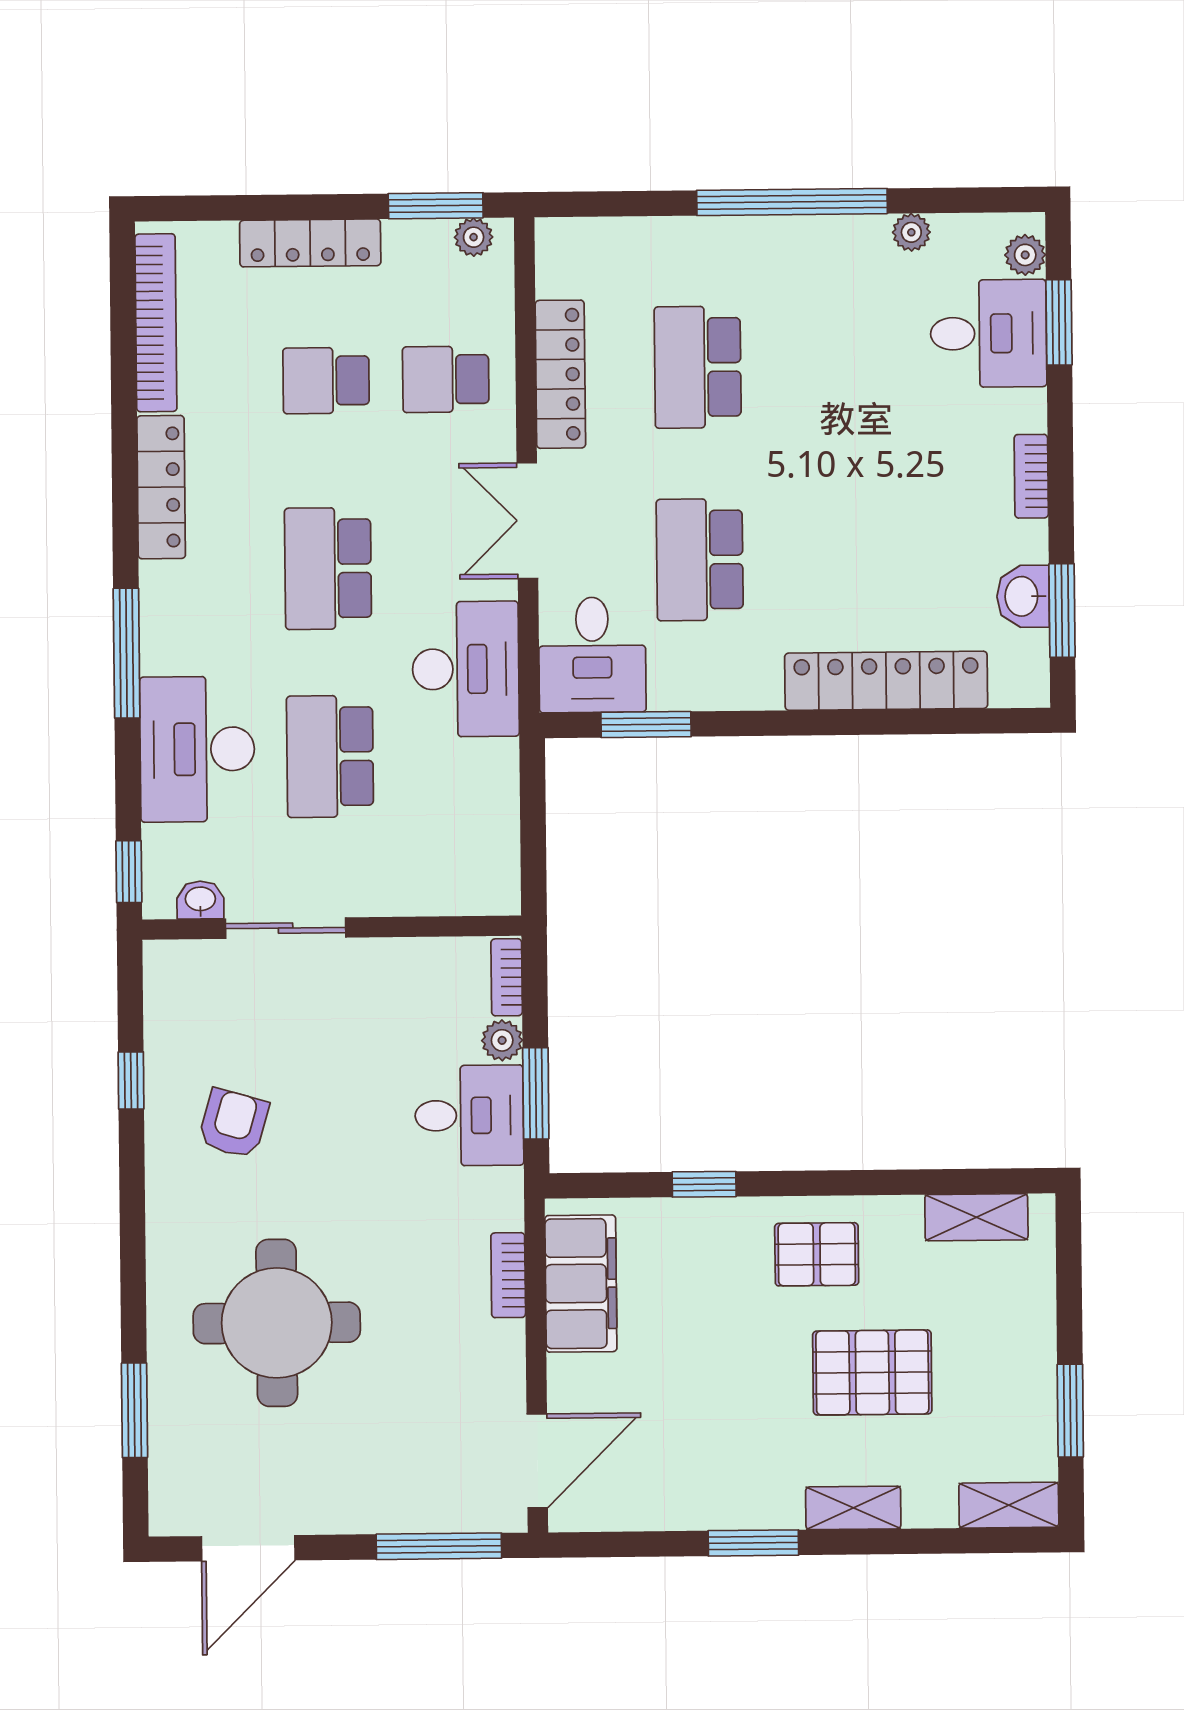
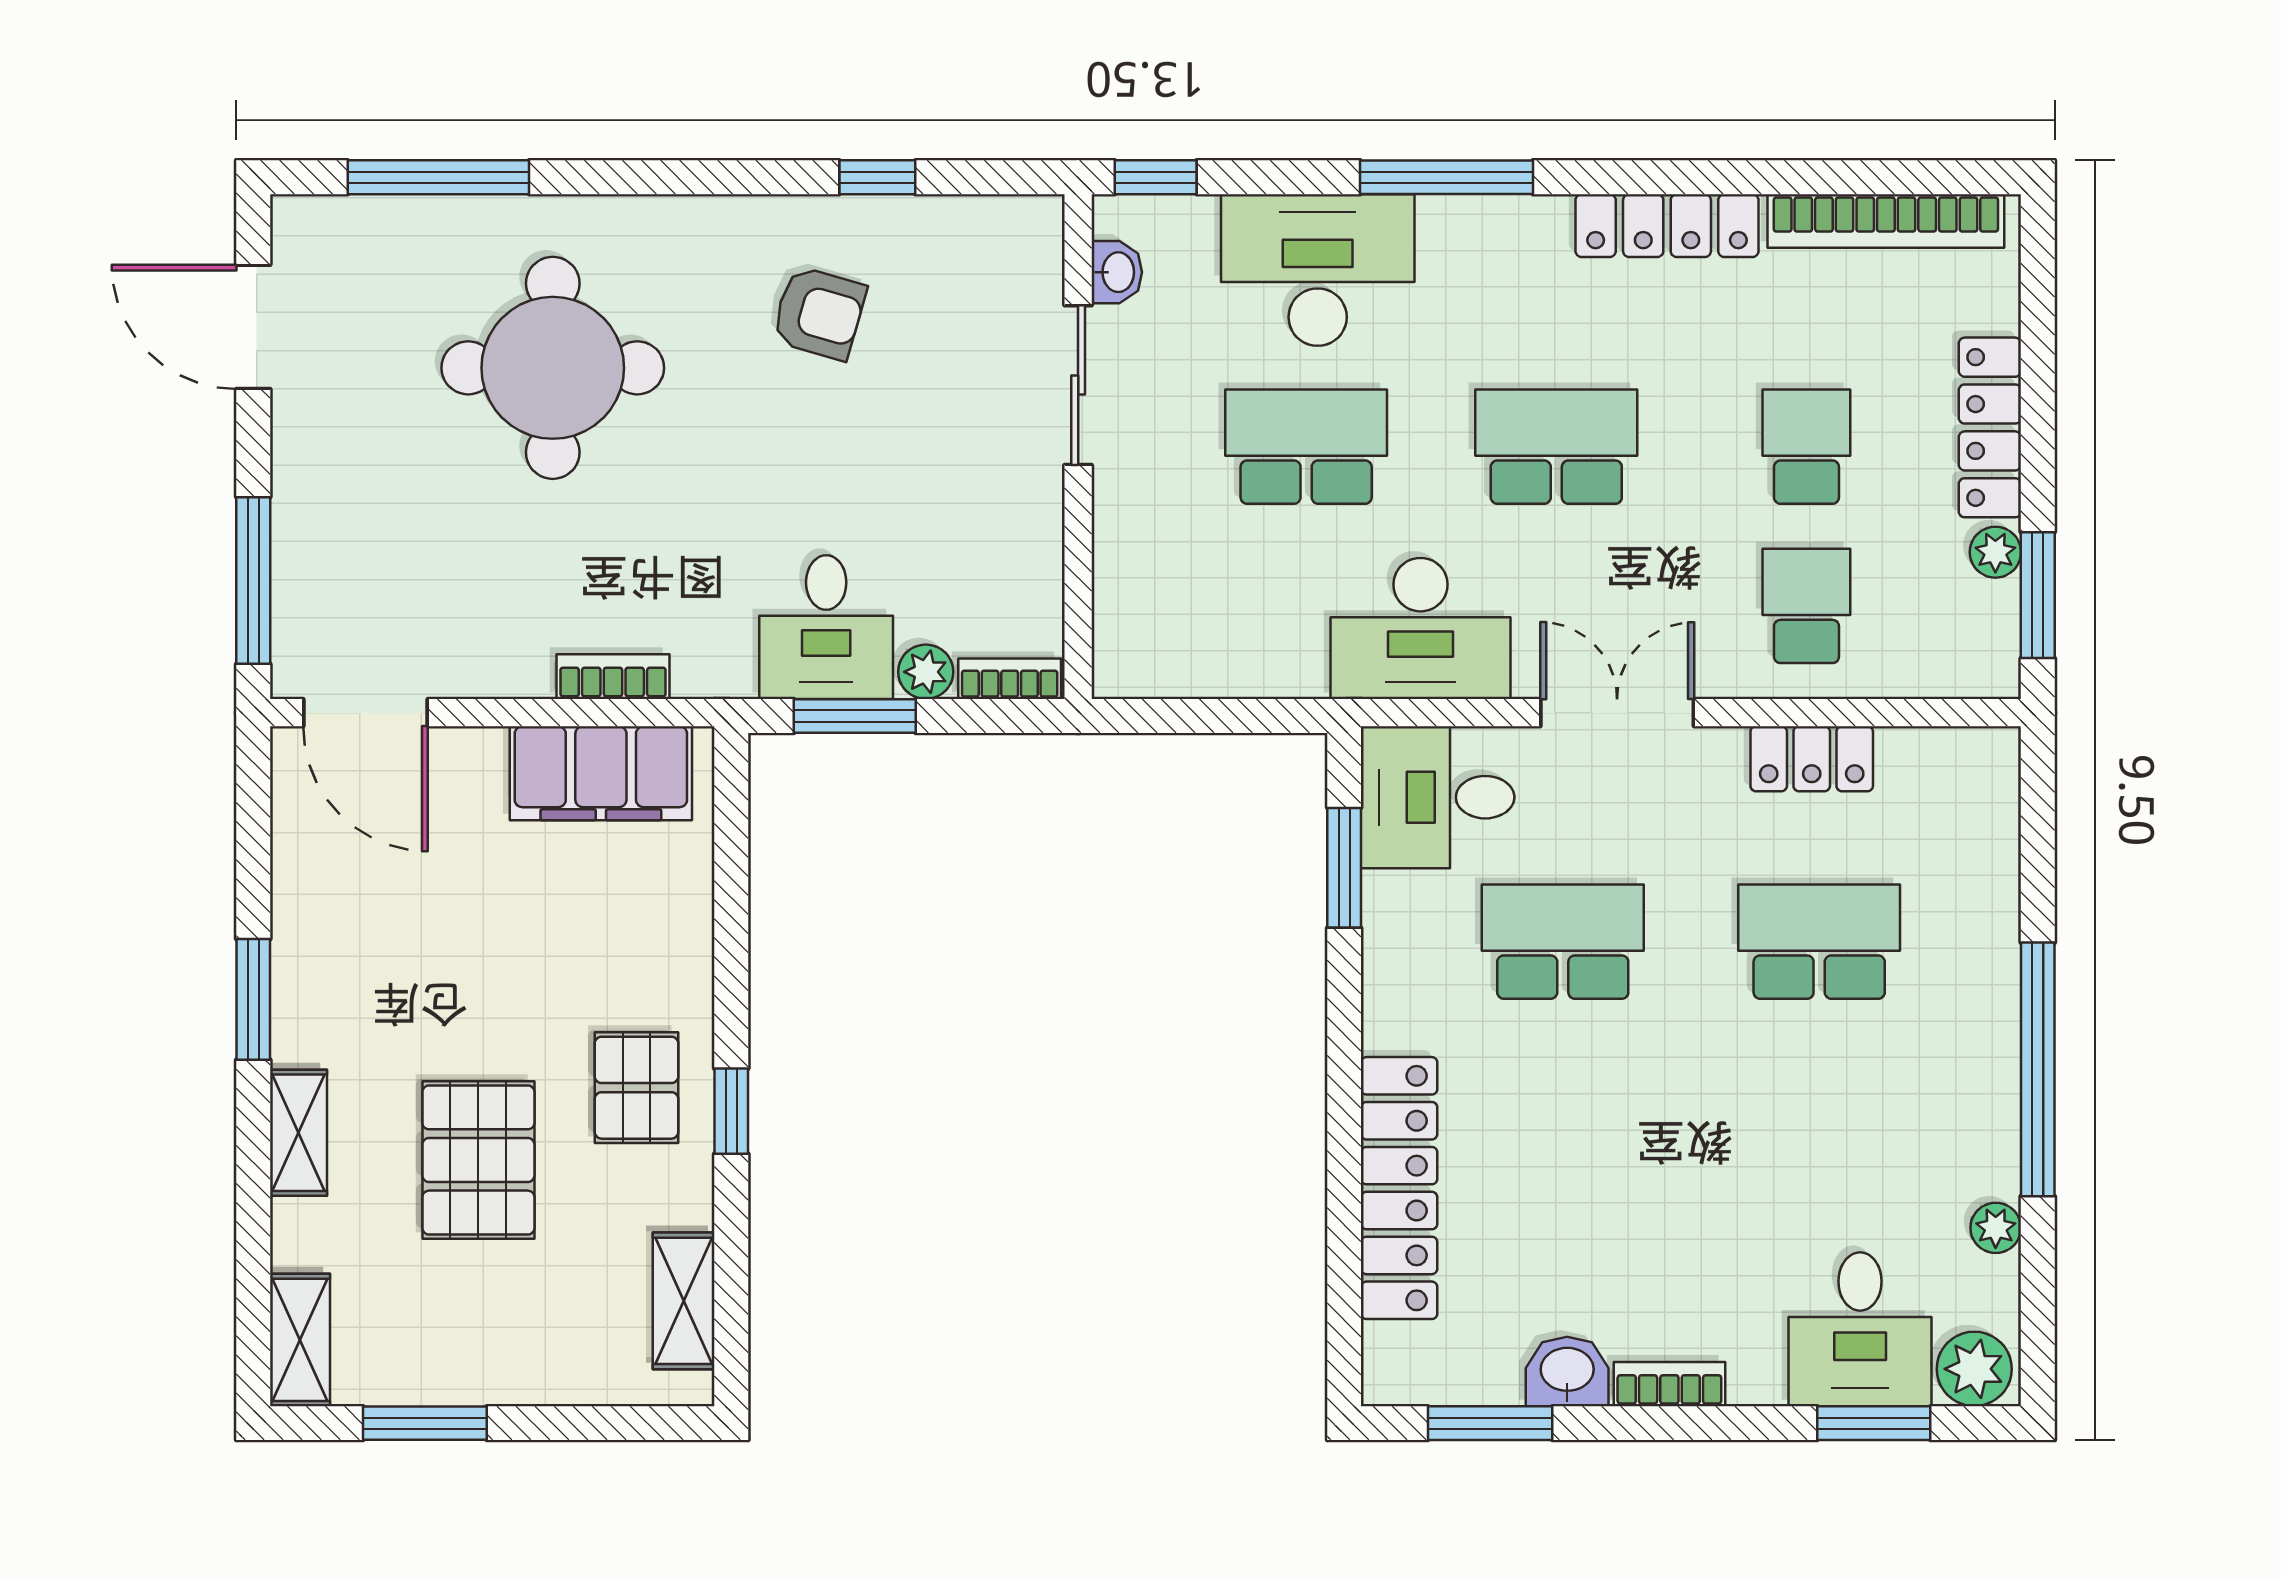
plant: (474, 237) -> (1995, 552), moved
plant: (1025, 255) -> (1974, 1369), width x1.38, depth x1.38
locker: (560, 374) -> (1812, 759), width x0.66
washbasin: (1023, 596) -> (1567, 1371), moved
window: (704, 1184) -> (731, 1111), moved
window: (134, 1410) -> (438, 177), width x1.44

